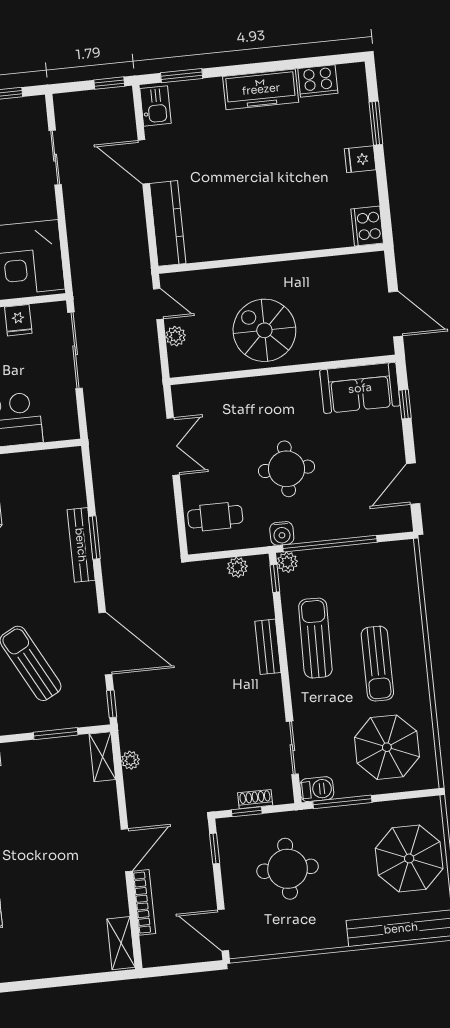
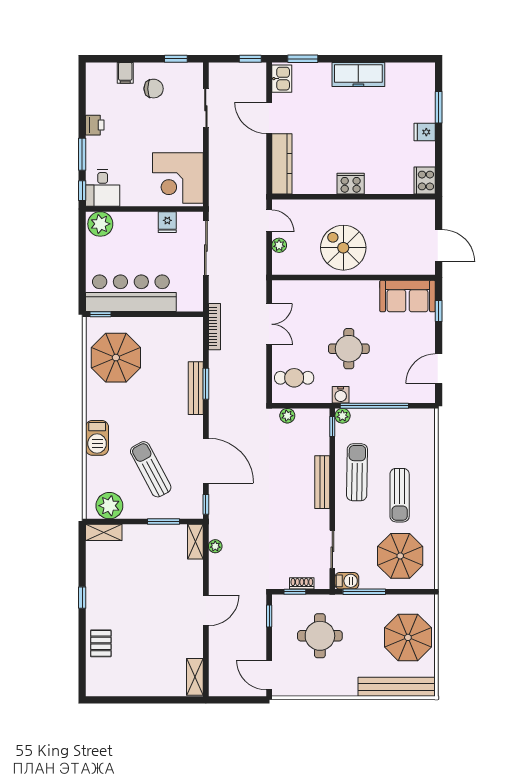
cooker: (318, 81) -> (351, 184), moved, turned 180
plant: (237, 567) -> (287, 416), moved
bench: (268, 647) -> (322, 482), width x1.36
bookcase: (144, 902) -> (214, 327), moved

